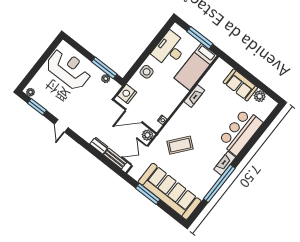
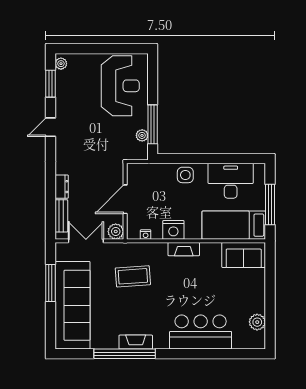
sofa: (240, 85) -> (244, 255), moved, turned -90
nightstand: (127, 94) -> (173, 230), moved, turned 180
fireplace: (194, 96) -> (184, 249), moved
door: (134, 116) -> (125, 199), hinge flipped
coffee table: (180, 145) -> (133, 276), turned -43
fireplace: (225, 163) -> (136, 342), moved

